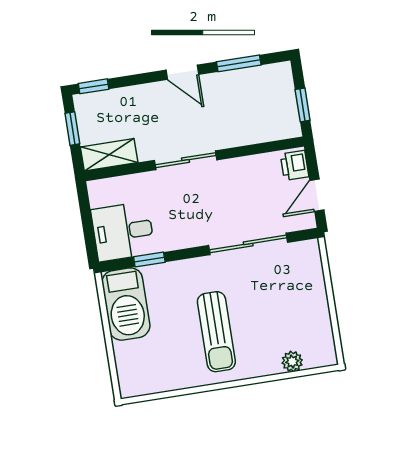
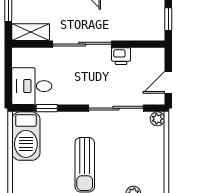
sliding door: (186, 160) -> (82, 44), width x1.37
printer: (295, 165) -> (121, 56), moved, turned -90
plant: (310, 250) -> (157, 119), added

